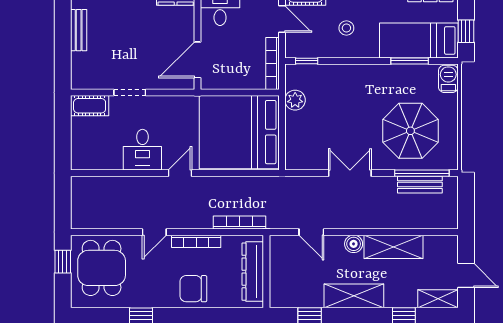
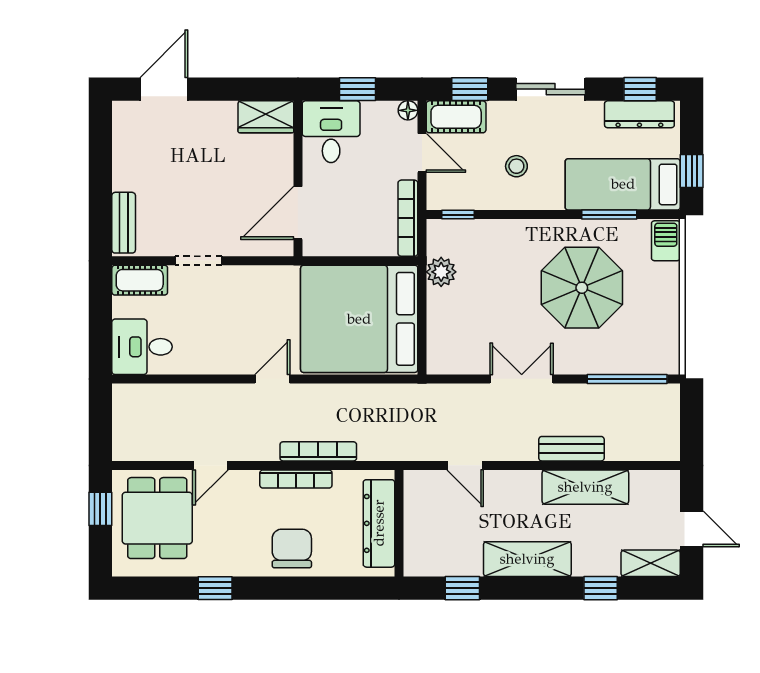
bench: (79, 30) -> (124, 223), moved
parasol: (410, 131) -> (582, 288), moved
desk: (142, 150) -> (142, 347), moved, turned 90
bench: (420, 185) -> (571, 449), moved
bookcase: (239, 222) -> (318, 451), moved
door: (154, 232) -> (210, 465), moved
boiler: (354, 244) -> (527, 483), removed
chair: (193, 289) -> (292, 549), turned 90

